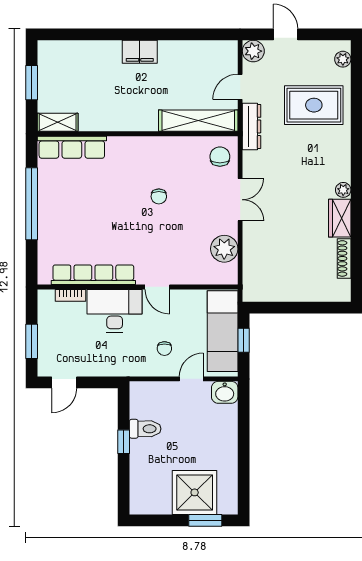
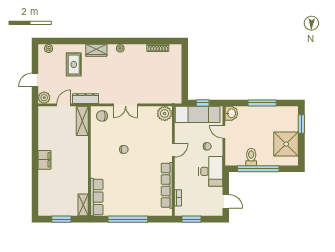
door: (240, 87) -> (64, 105), swing flipped
rug: (314, 105) -> (74, 64), width x0.73, depth x0.70
shelving: (198, 121) -> (82, 121), width x0.68
double door: (240, 200) -> (126, 105), swing flipped
wardrobe: (340, 218) -> (96, 50), moved
plant: (224, 249) -> (165, 114), moved
desk: (115, 311) -> (211, 171), moved, turned 180
window: (32, 341) -> (191, 219), moved
window: (124, 442) -> (258, 169), width x3.17
window: (244, 449) -> (262, 103), added
shower: (195, 492) -> (286, 144), moved

